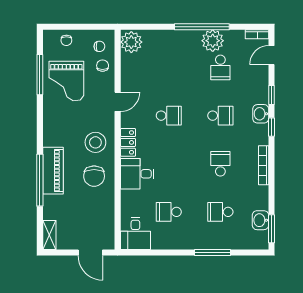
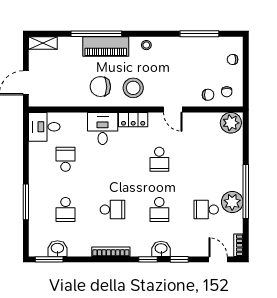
grand piano: (66, 81) -> (193, 60), removed
stool: (51, 129) -> (146, 45), added
school desk: (220, 212) -> (66, 210), turned 180

